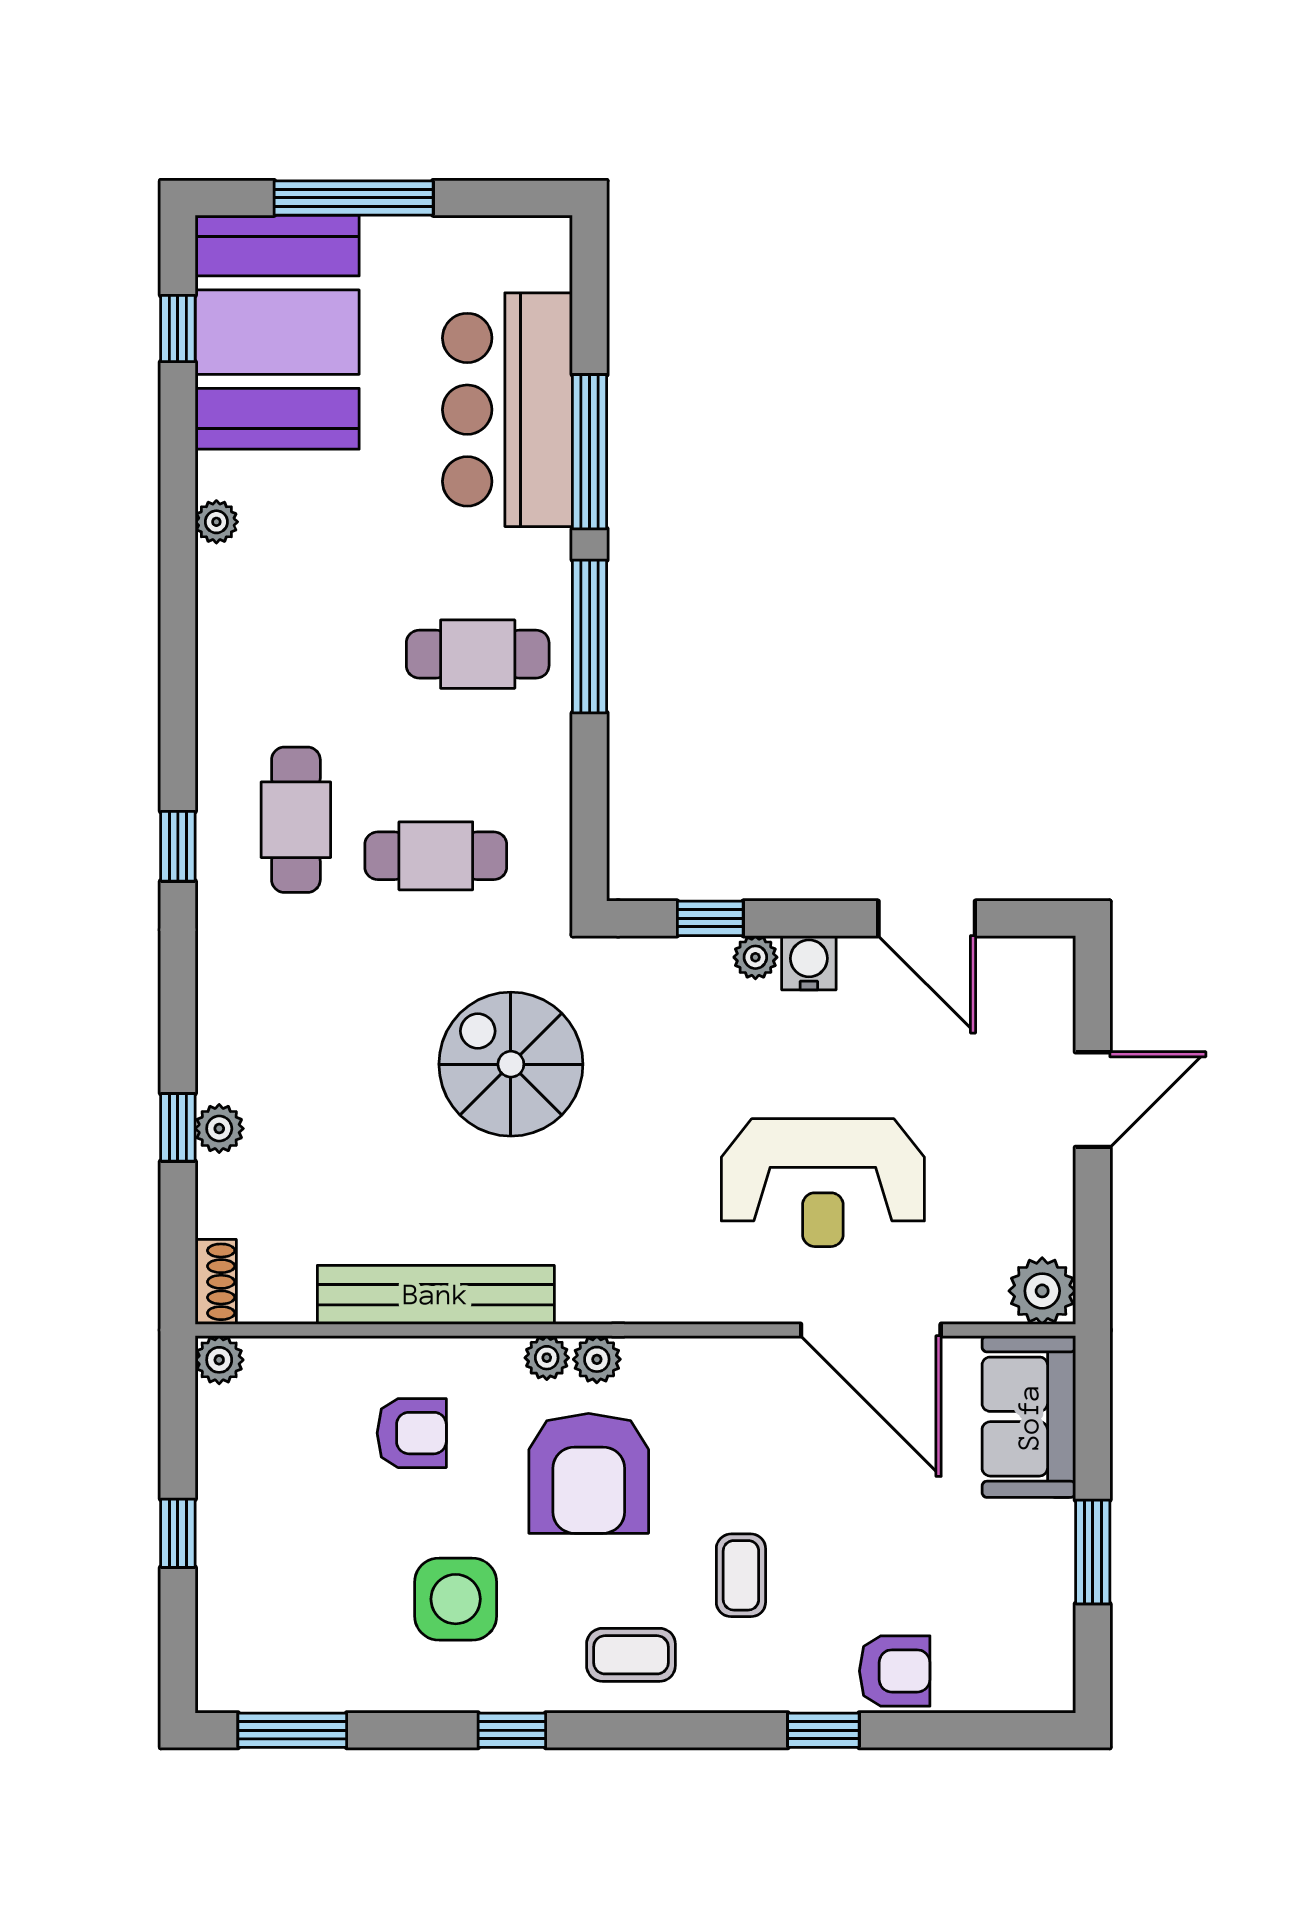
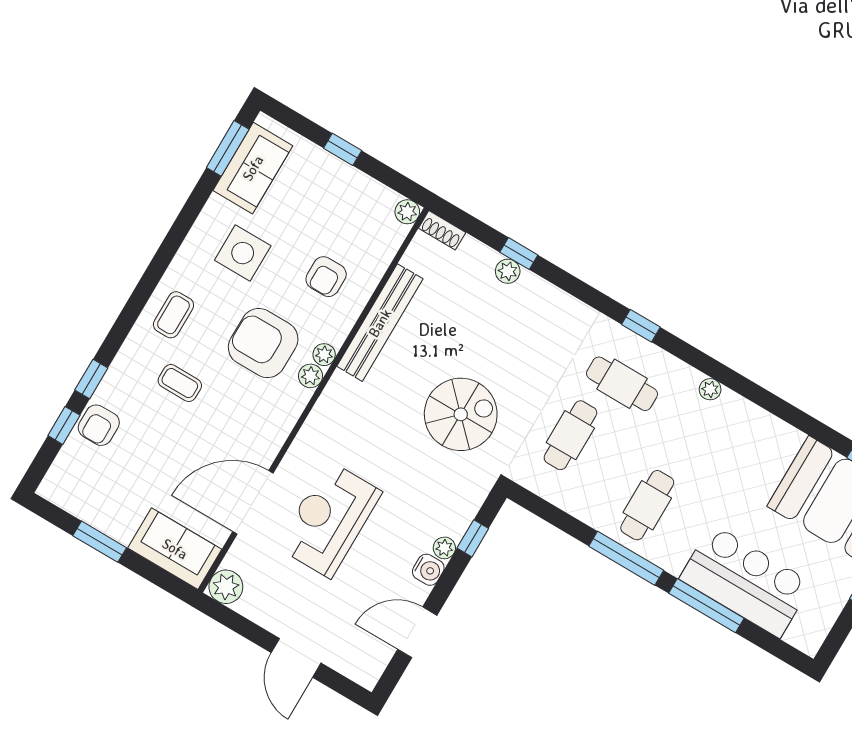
plant: (216, 522) -> (710, 389), moved
sofa: (300, 1667) -> (253, 168), added
window: (512, 1730) -> (64, 425), moved

